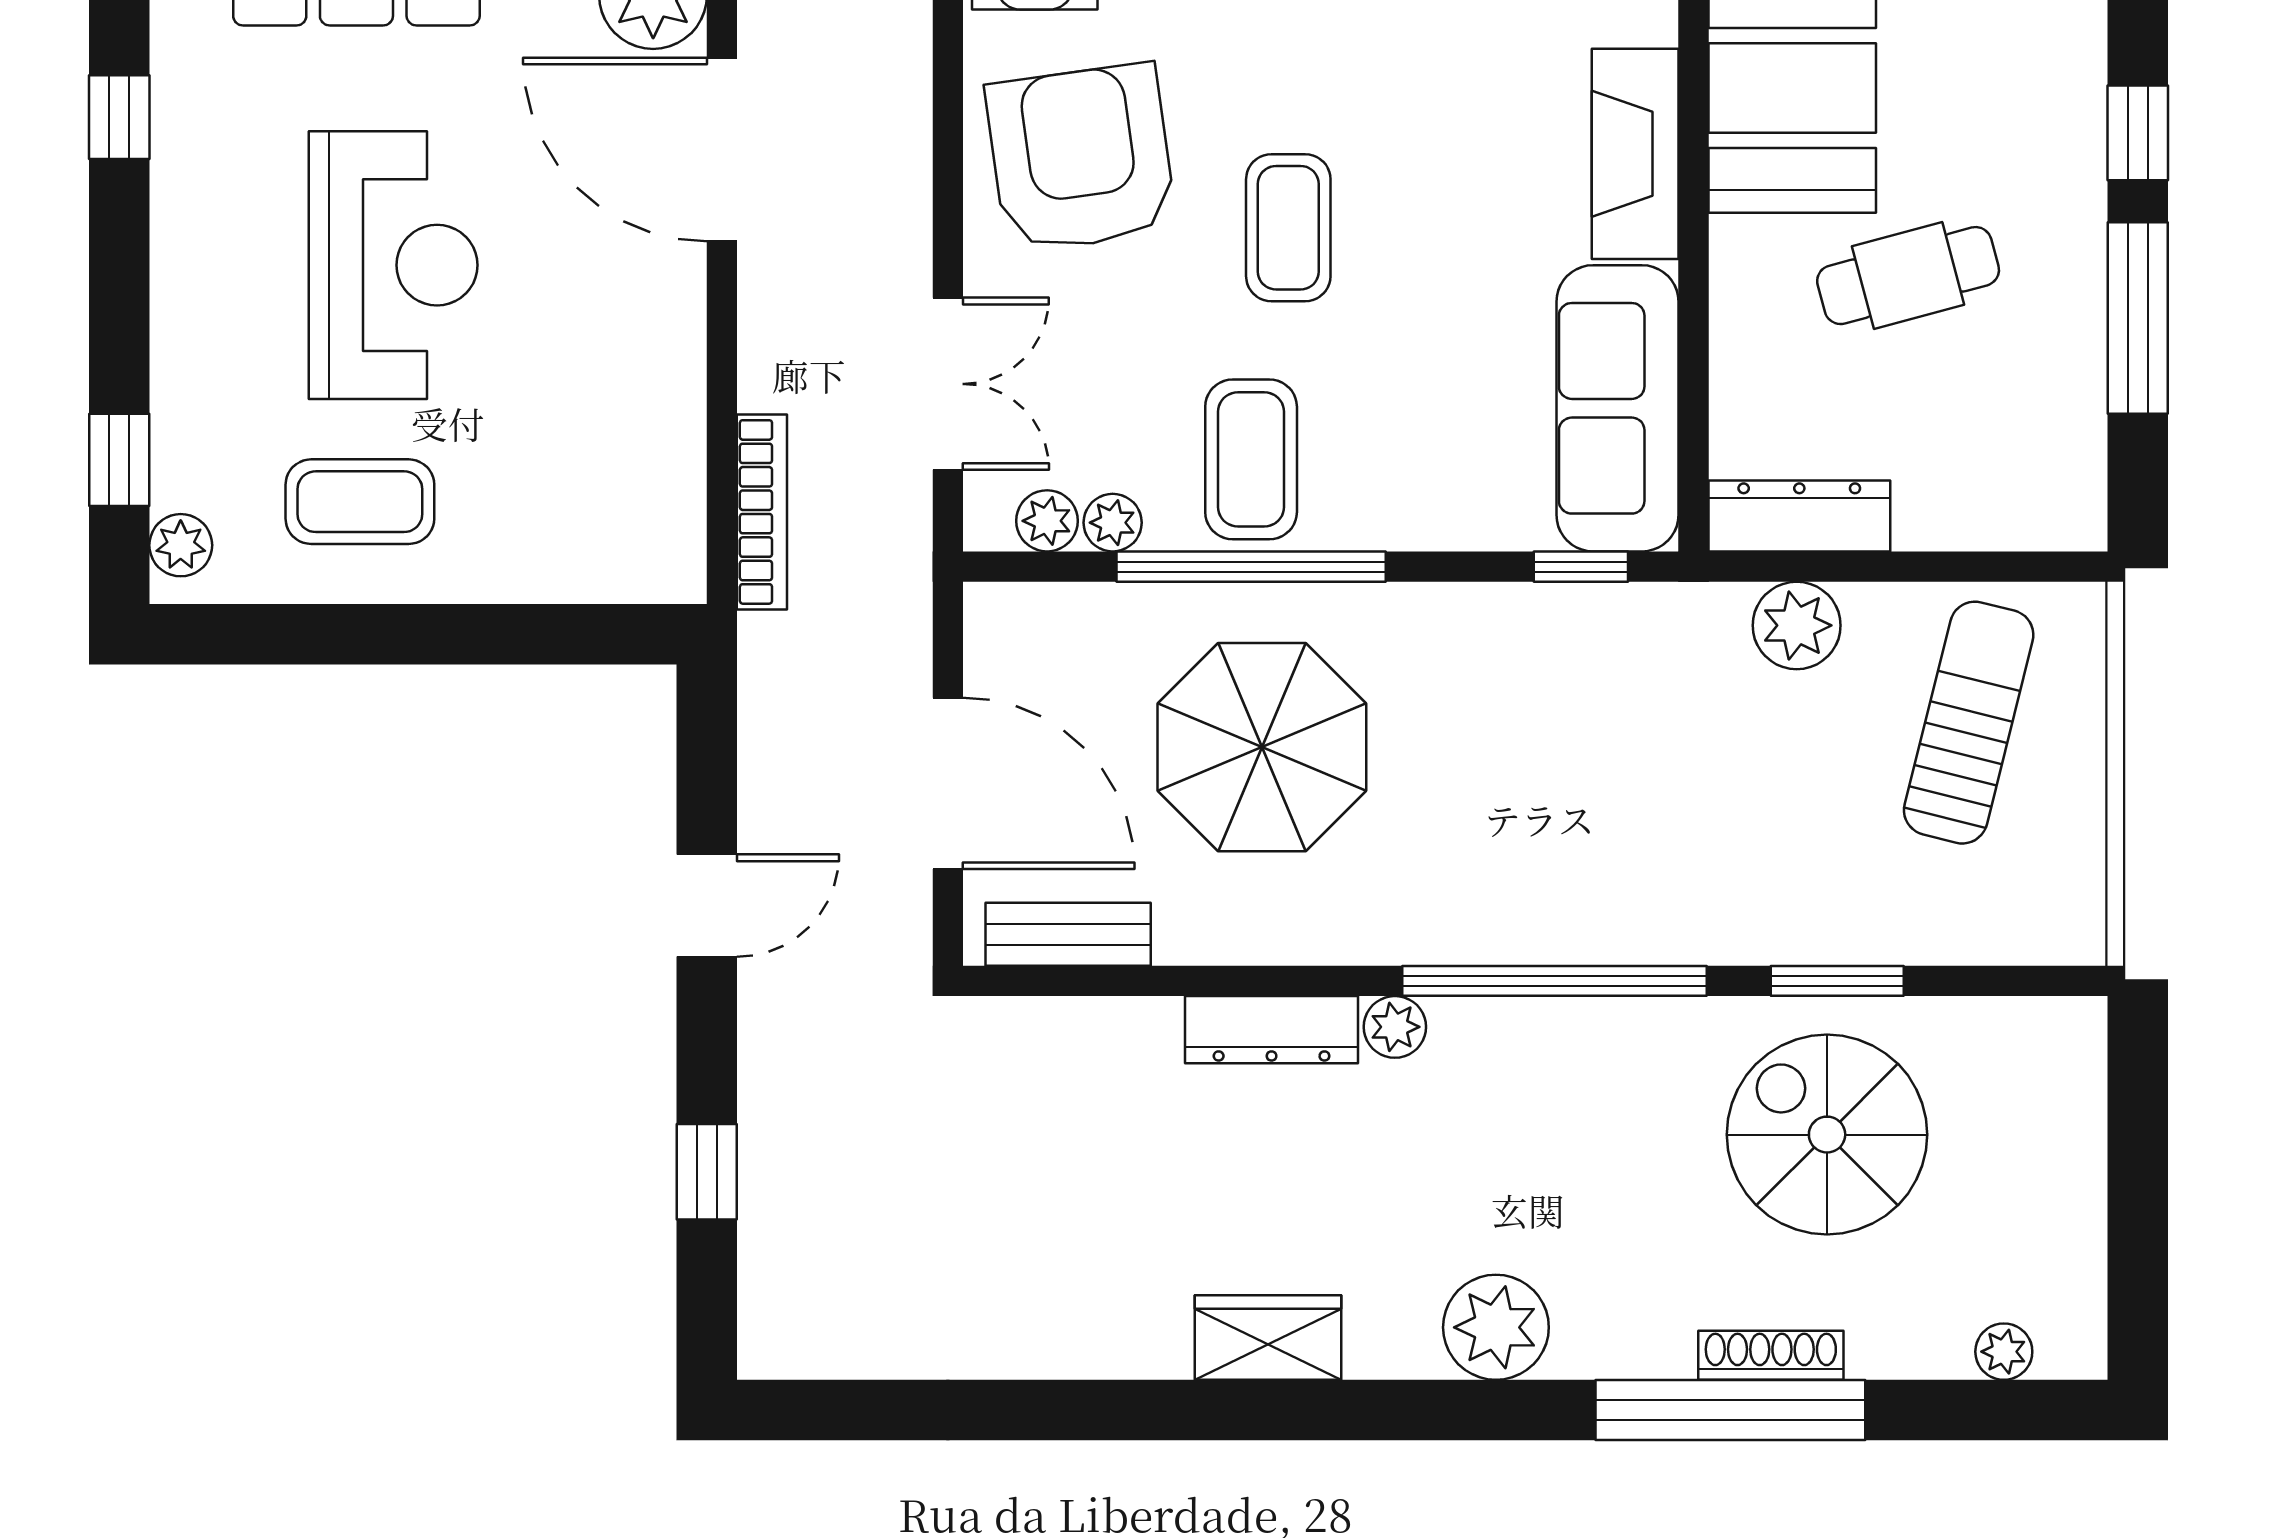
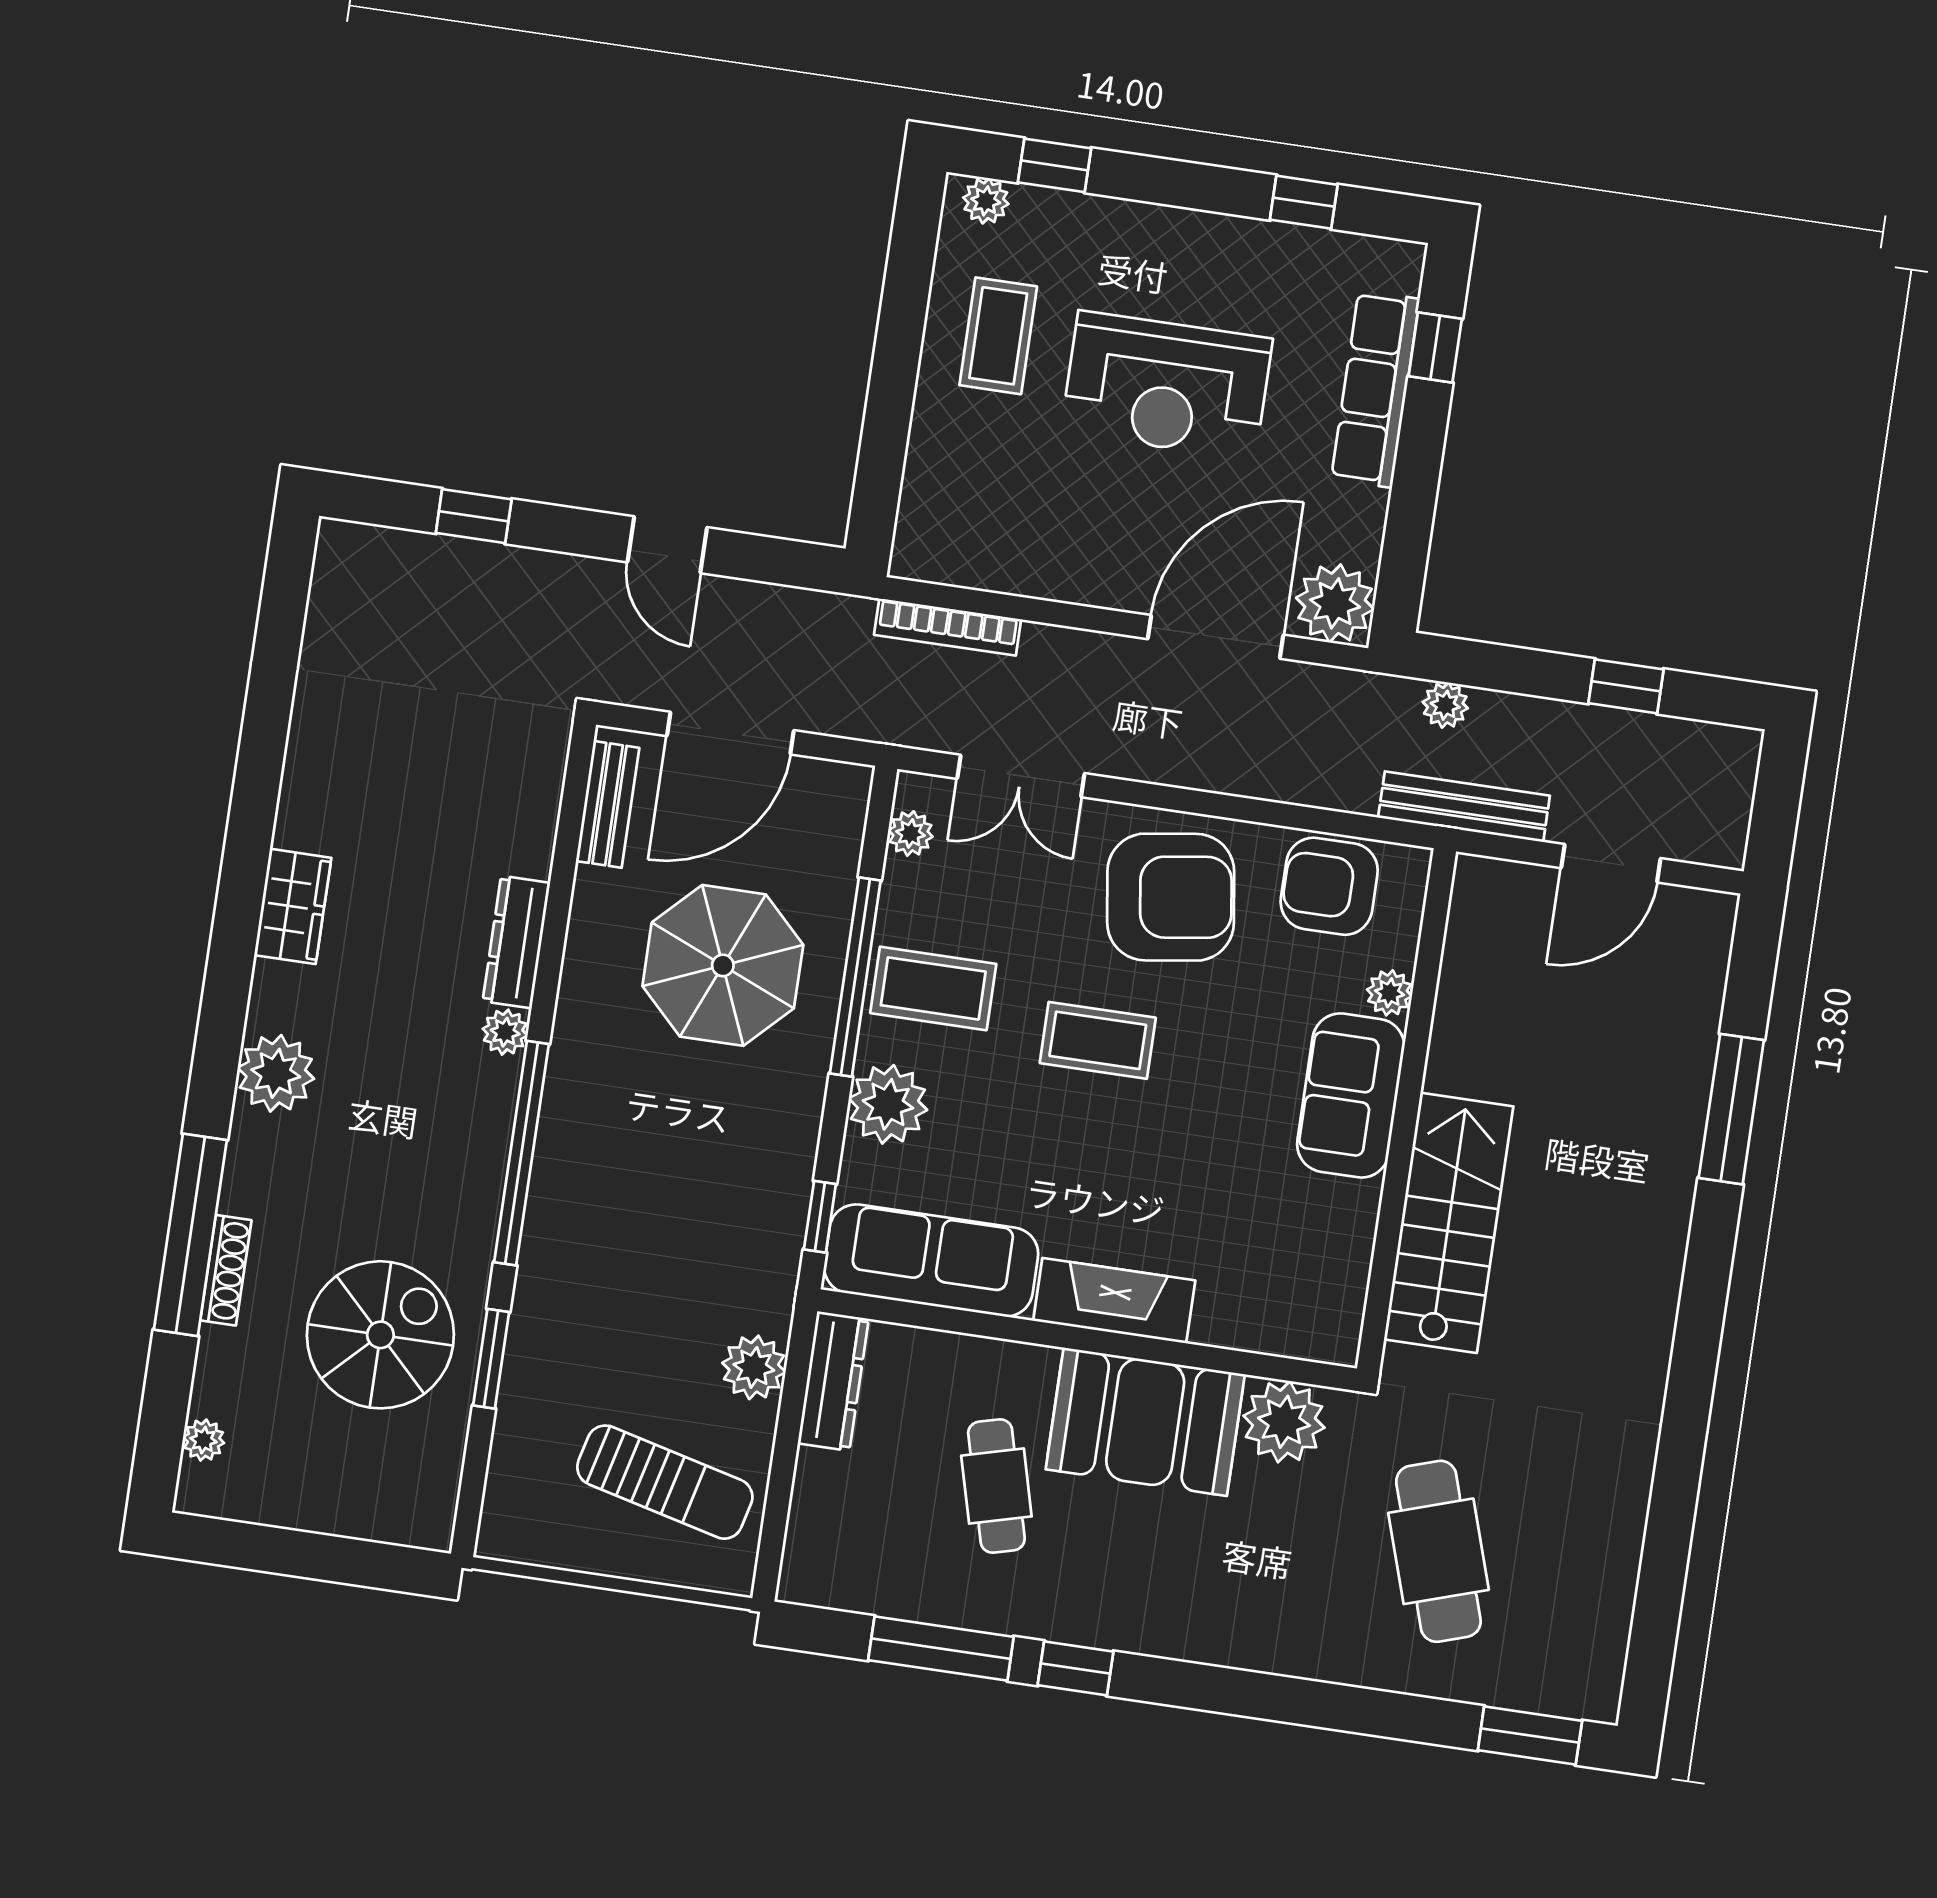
plant: (1113, 523) -> (888, 1104), moved, width x1.87, depth x1.87

